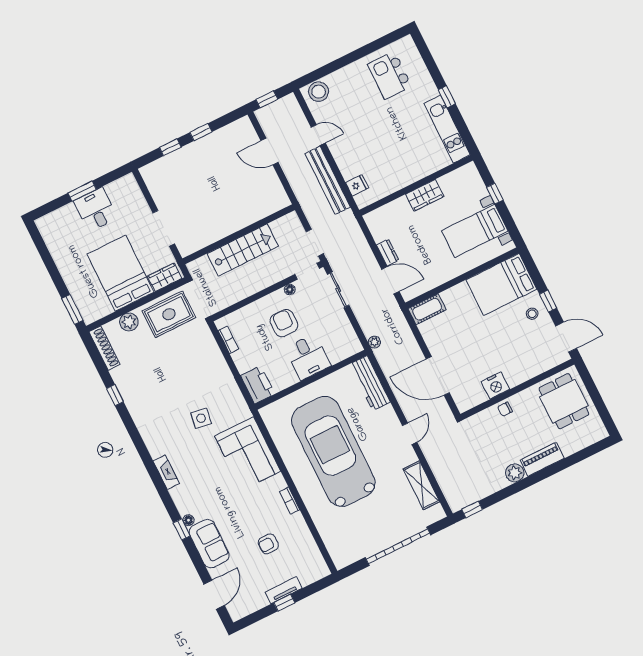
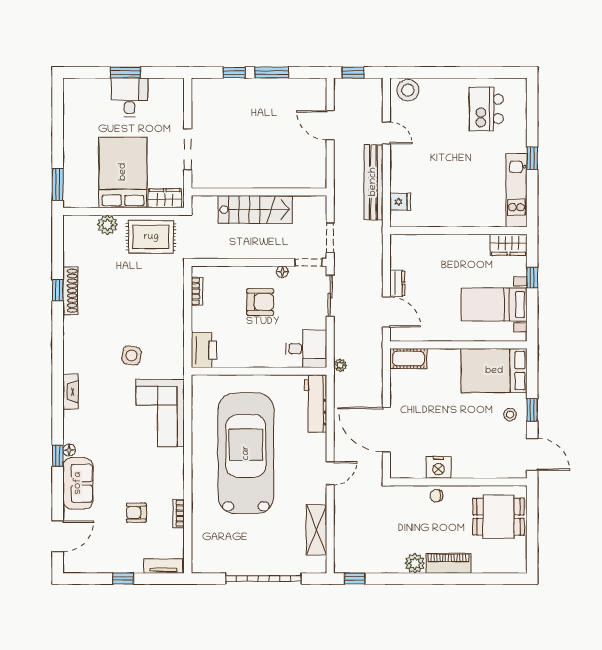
window: (201, 132) -> (272, 72), width x1.50
wardrobe: (425, 195) -> (509, 245), moved
armchair: (284, 323) -> (260, 302), turned 90
shoe rack: (104, 348) -> (70, 291), moved
desk: (308, 357) -> (306, 349), moved, turned -90
dining table: (564, 401) -> (499, 517), turned 90
bookcase: (290, 501) -> (179, 513), moved
tv unit: (284, 590) -> (163, 566), moved

